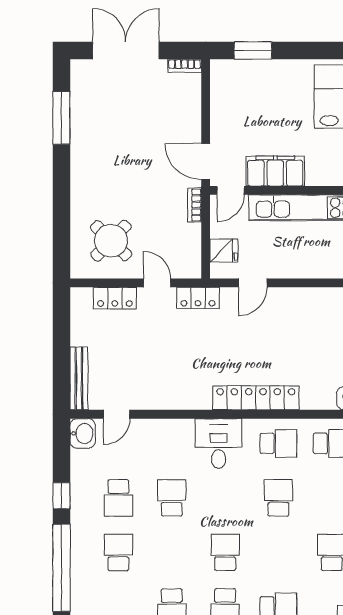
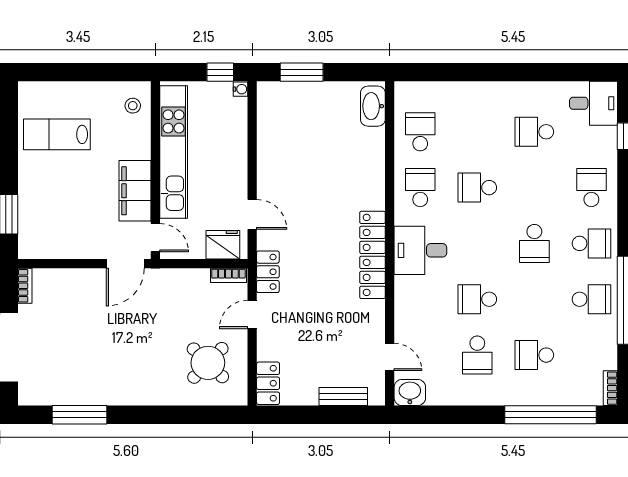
bookcase: (195, 205) -> (228, 275), moved
fridge: (224, 251) -> (223, 245), width x1.38
locker: (115, 298) -> (268, 383), moved
bench: (79, 378) -> (343, 397), width x0.73
locker: (256, 398) -> (372, 255), moved
window: (61, 496) -> (475, 415), removed
school desk: (118, 498) -> (477, 355), turned 90
school desk: (225, 552) -> (534, 243), turned -90

